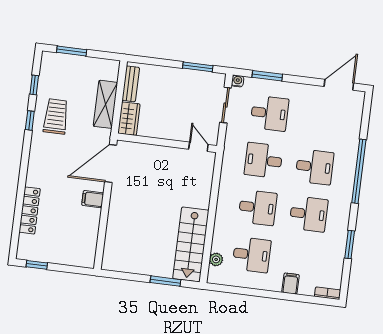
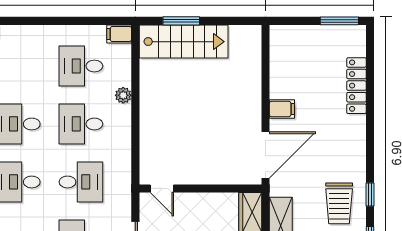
stairs: (191, 244) -> (184, 42), moved, turned 90
plant: (216, 259) -> (123, 95), moved
window: (37, 265) -> (339, 21), width x1.50
filing cabinet: (291, 284) -> (119, 34), moved, turned 90

